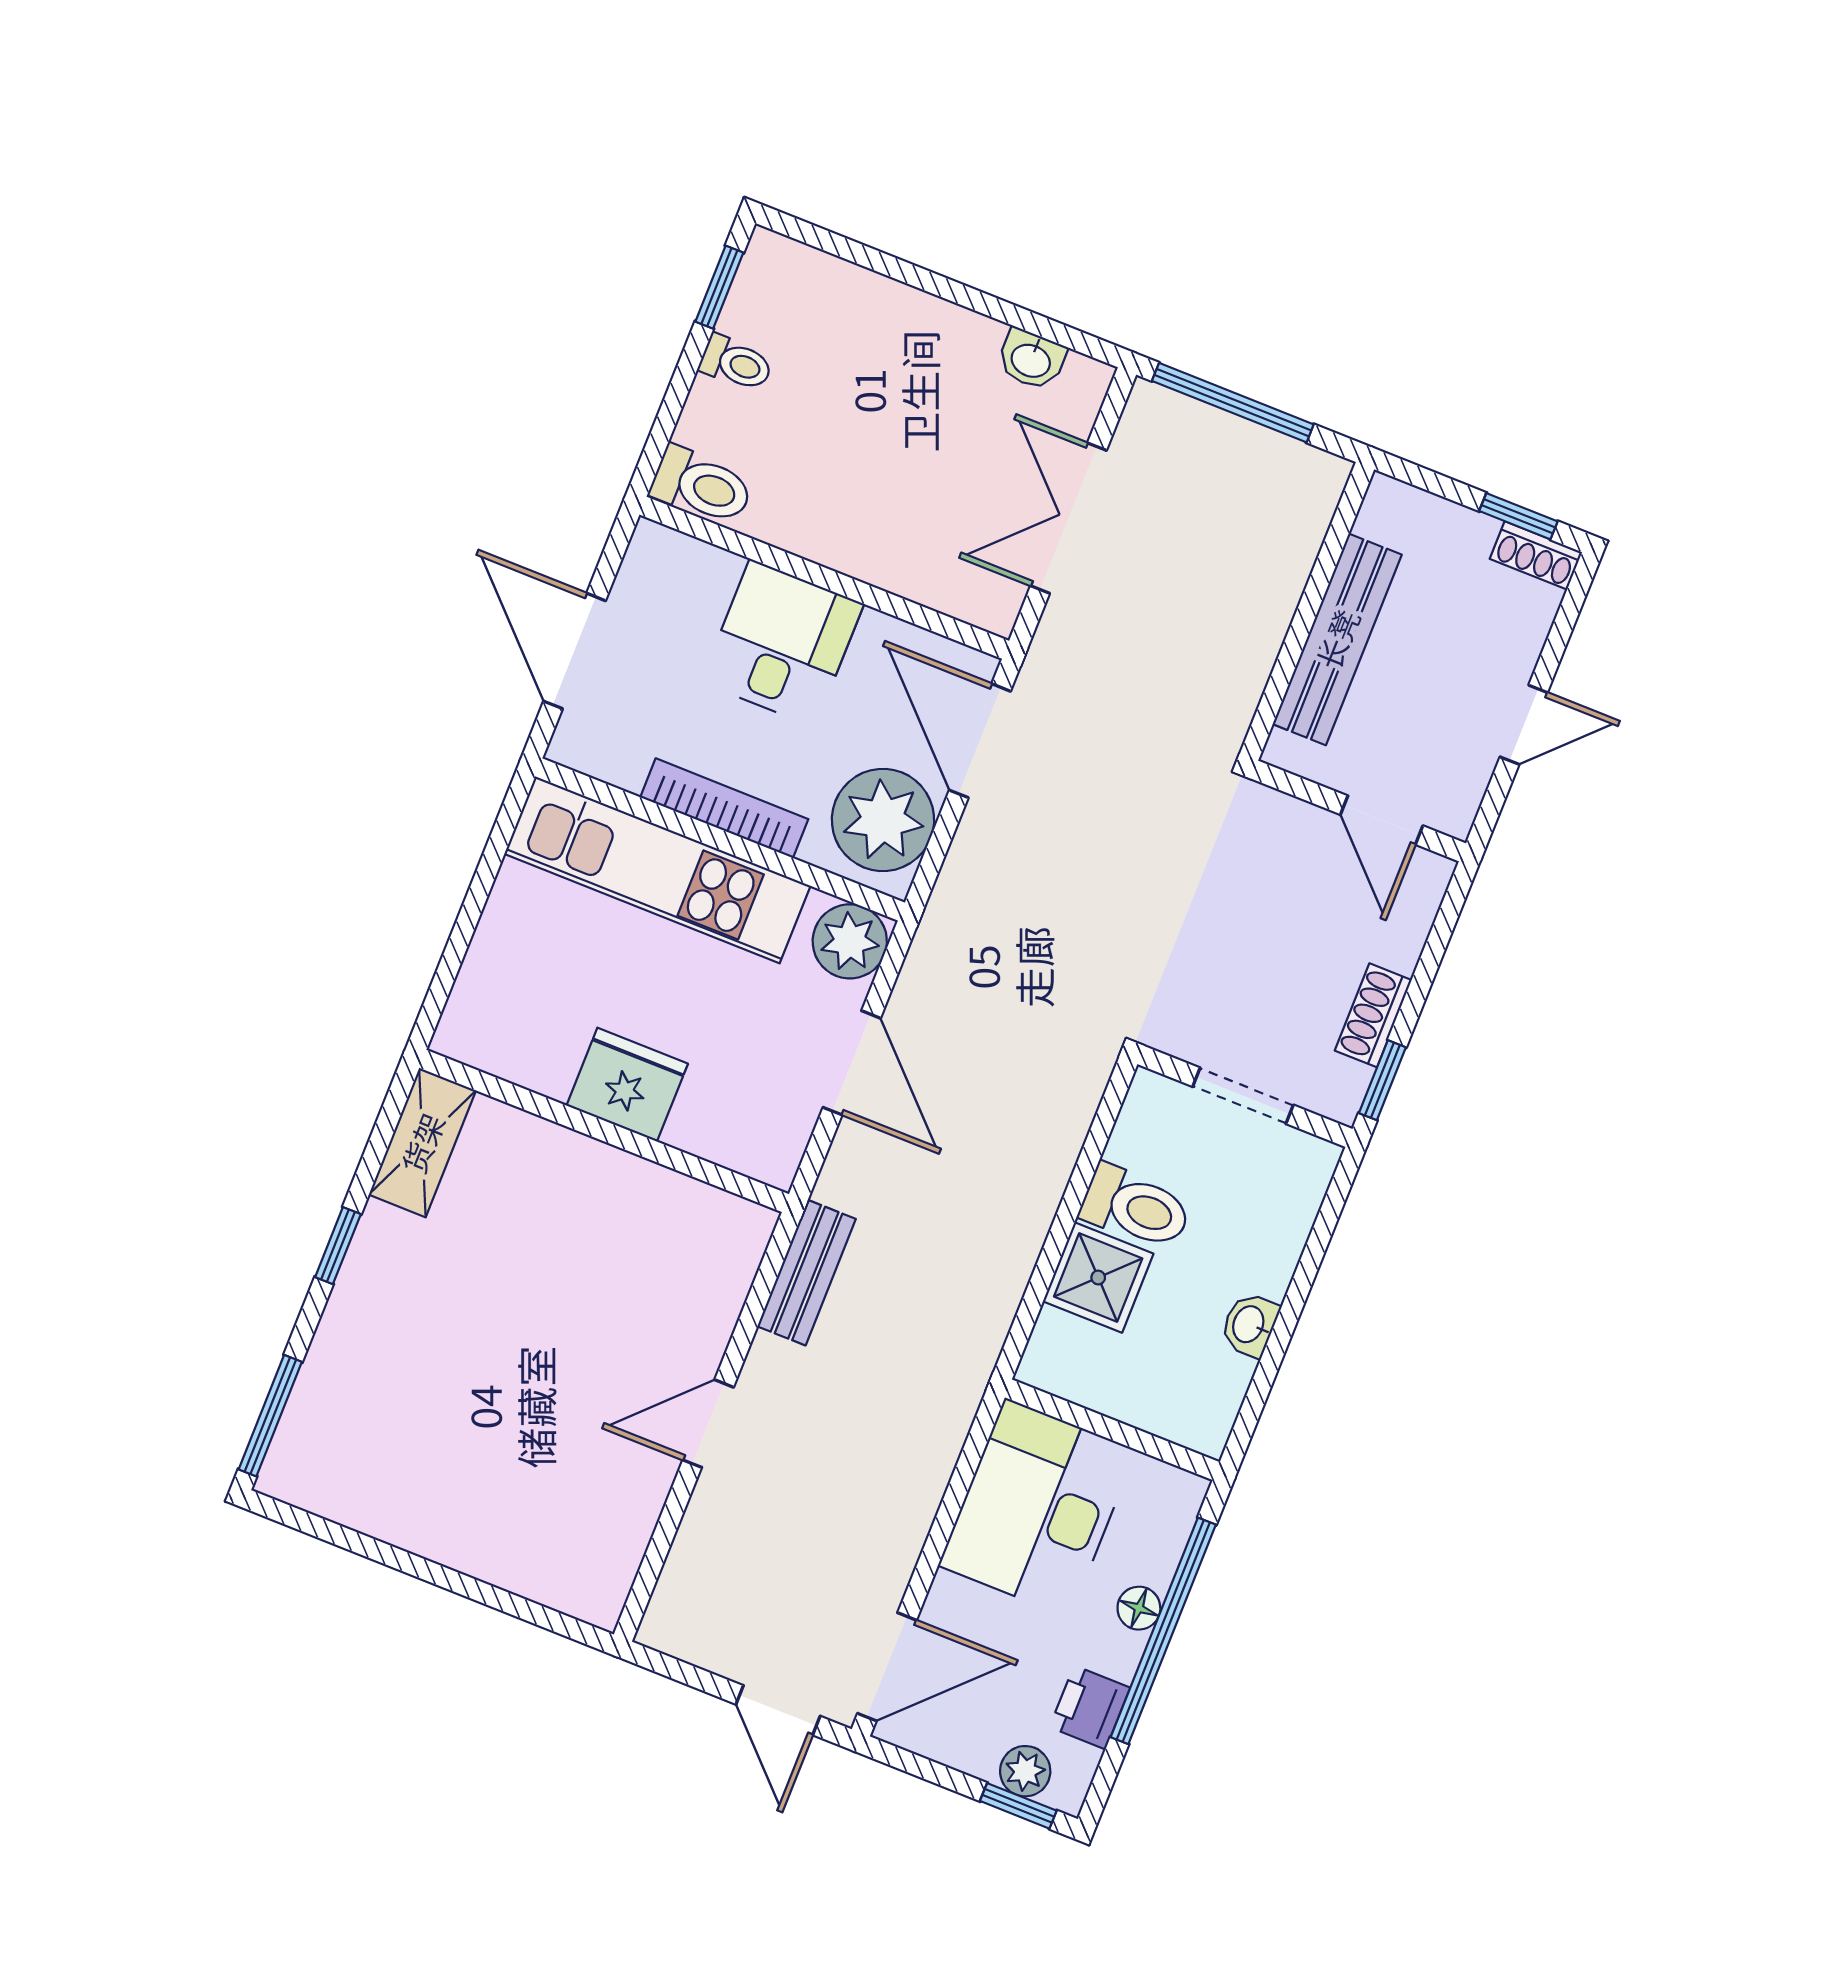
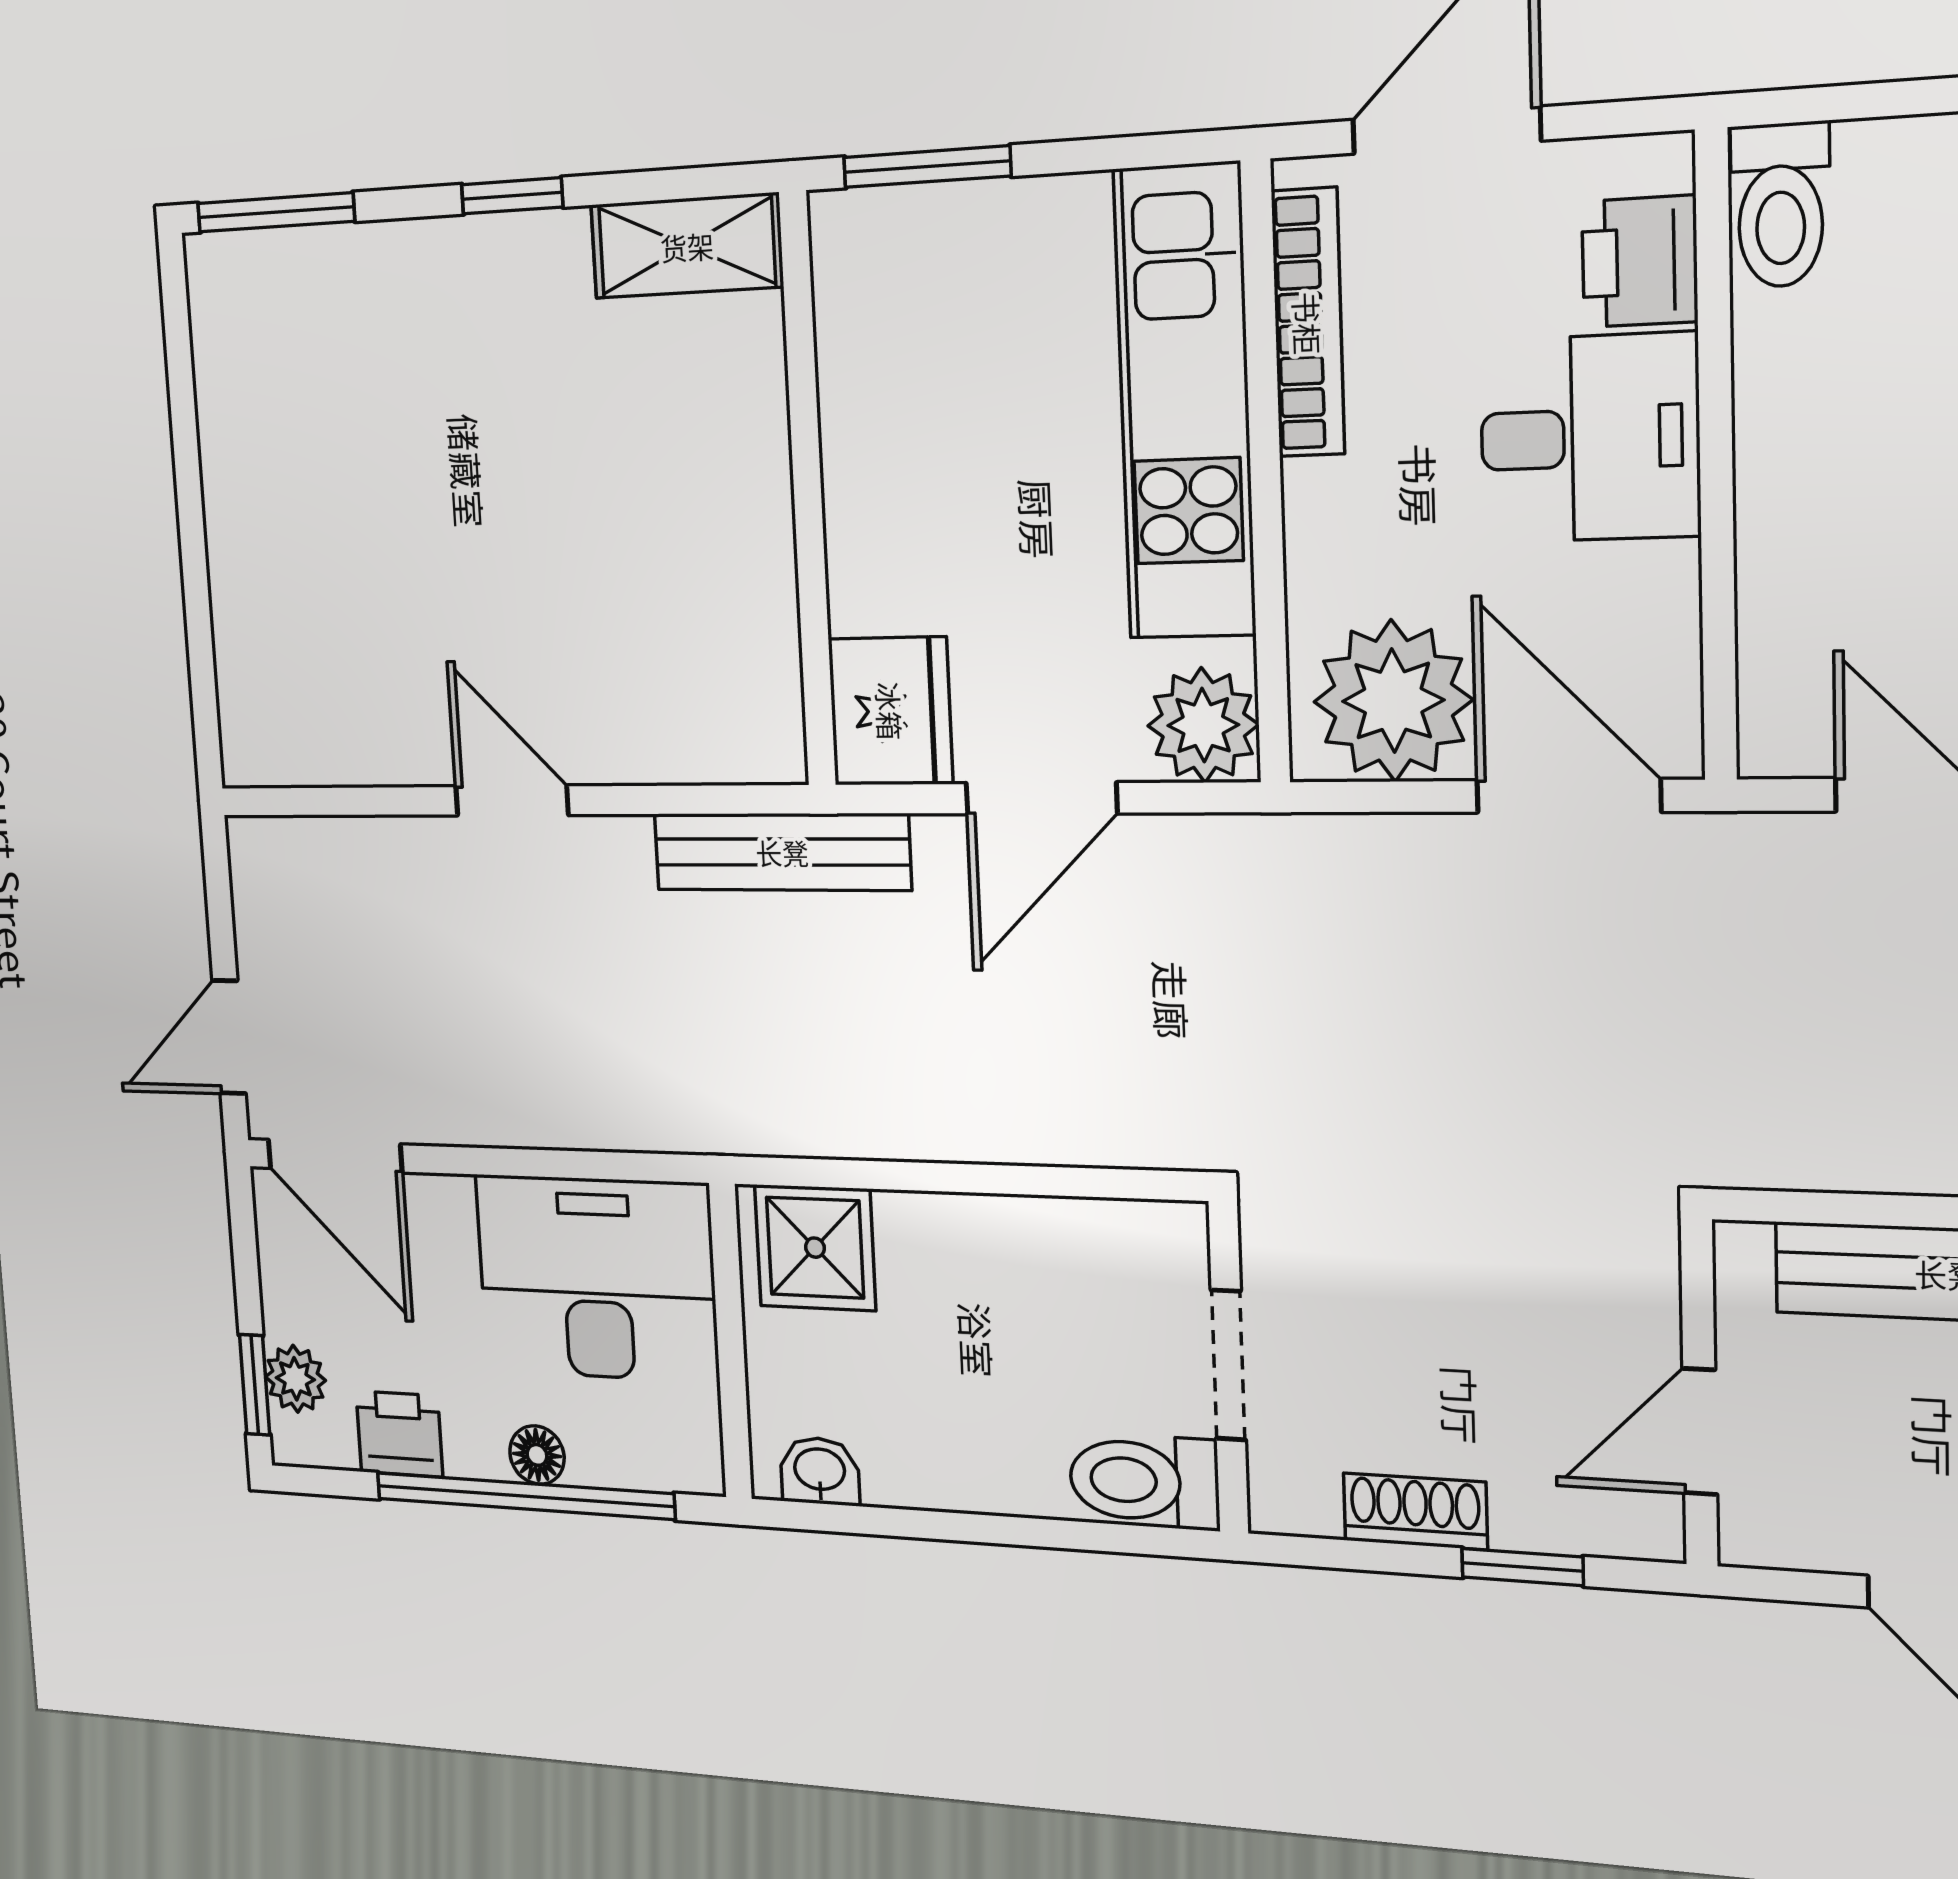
printer: (697, 574) -> (1640, 261), added
door: (980, 741) -> (1568, 796), hinge flipped
bookcase: (724, 808) -> (1308, 323), moved
window: (449, 967) -> (927, 167), added
window: (1382, 1080) -> (1523, 1567), moved
fridge: (627, 1085) -> (890, 711), moved
toilet: (1136, 1207) -> (1144, 1481), moved, turned 90
bench: (807, 1273) -> (782, 852), width x1.36
shower: (1098, 1278) -> (815, 1248), moved
washbasin: (1250, 1325) -> (820, 1471), moved

